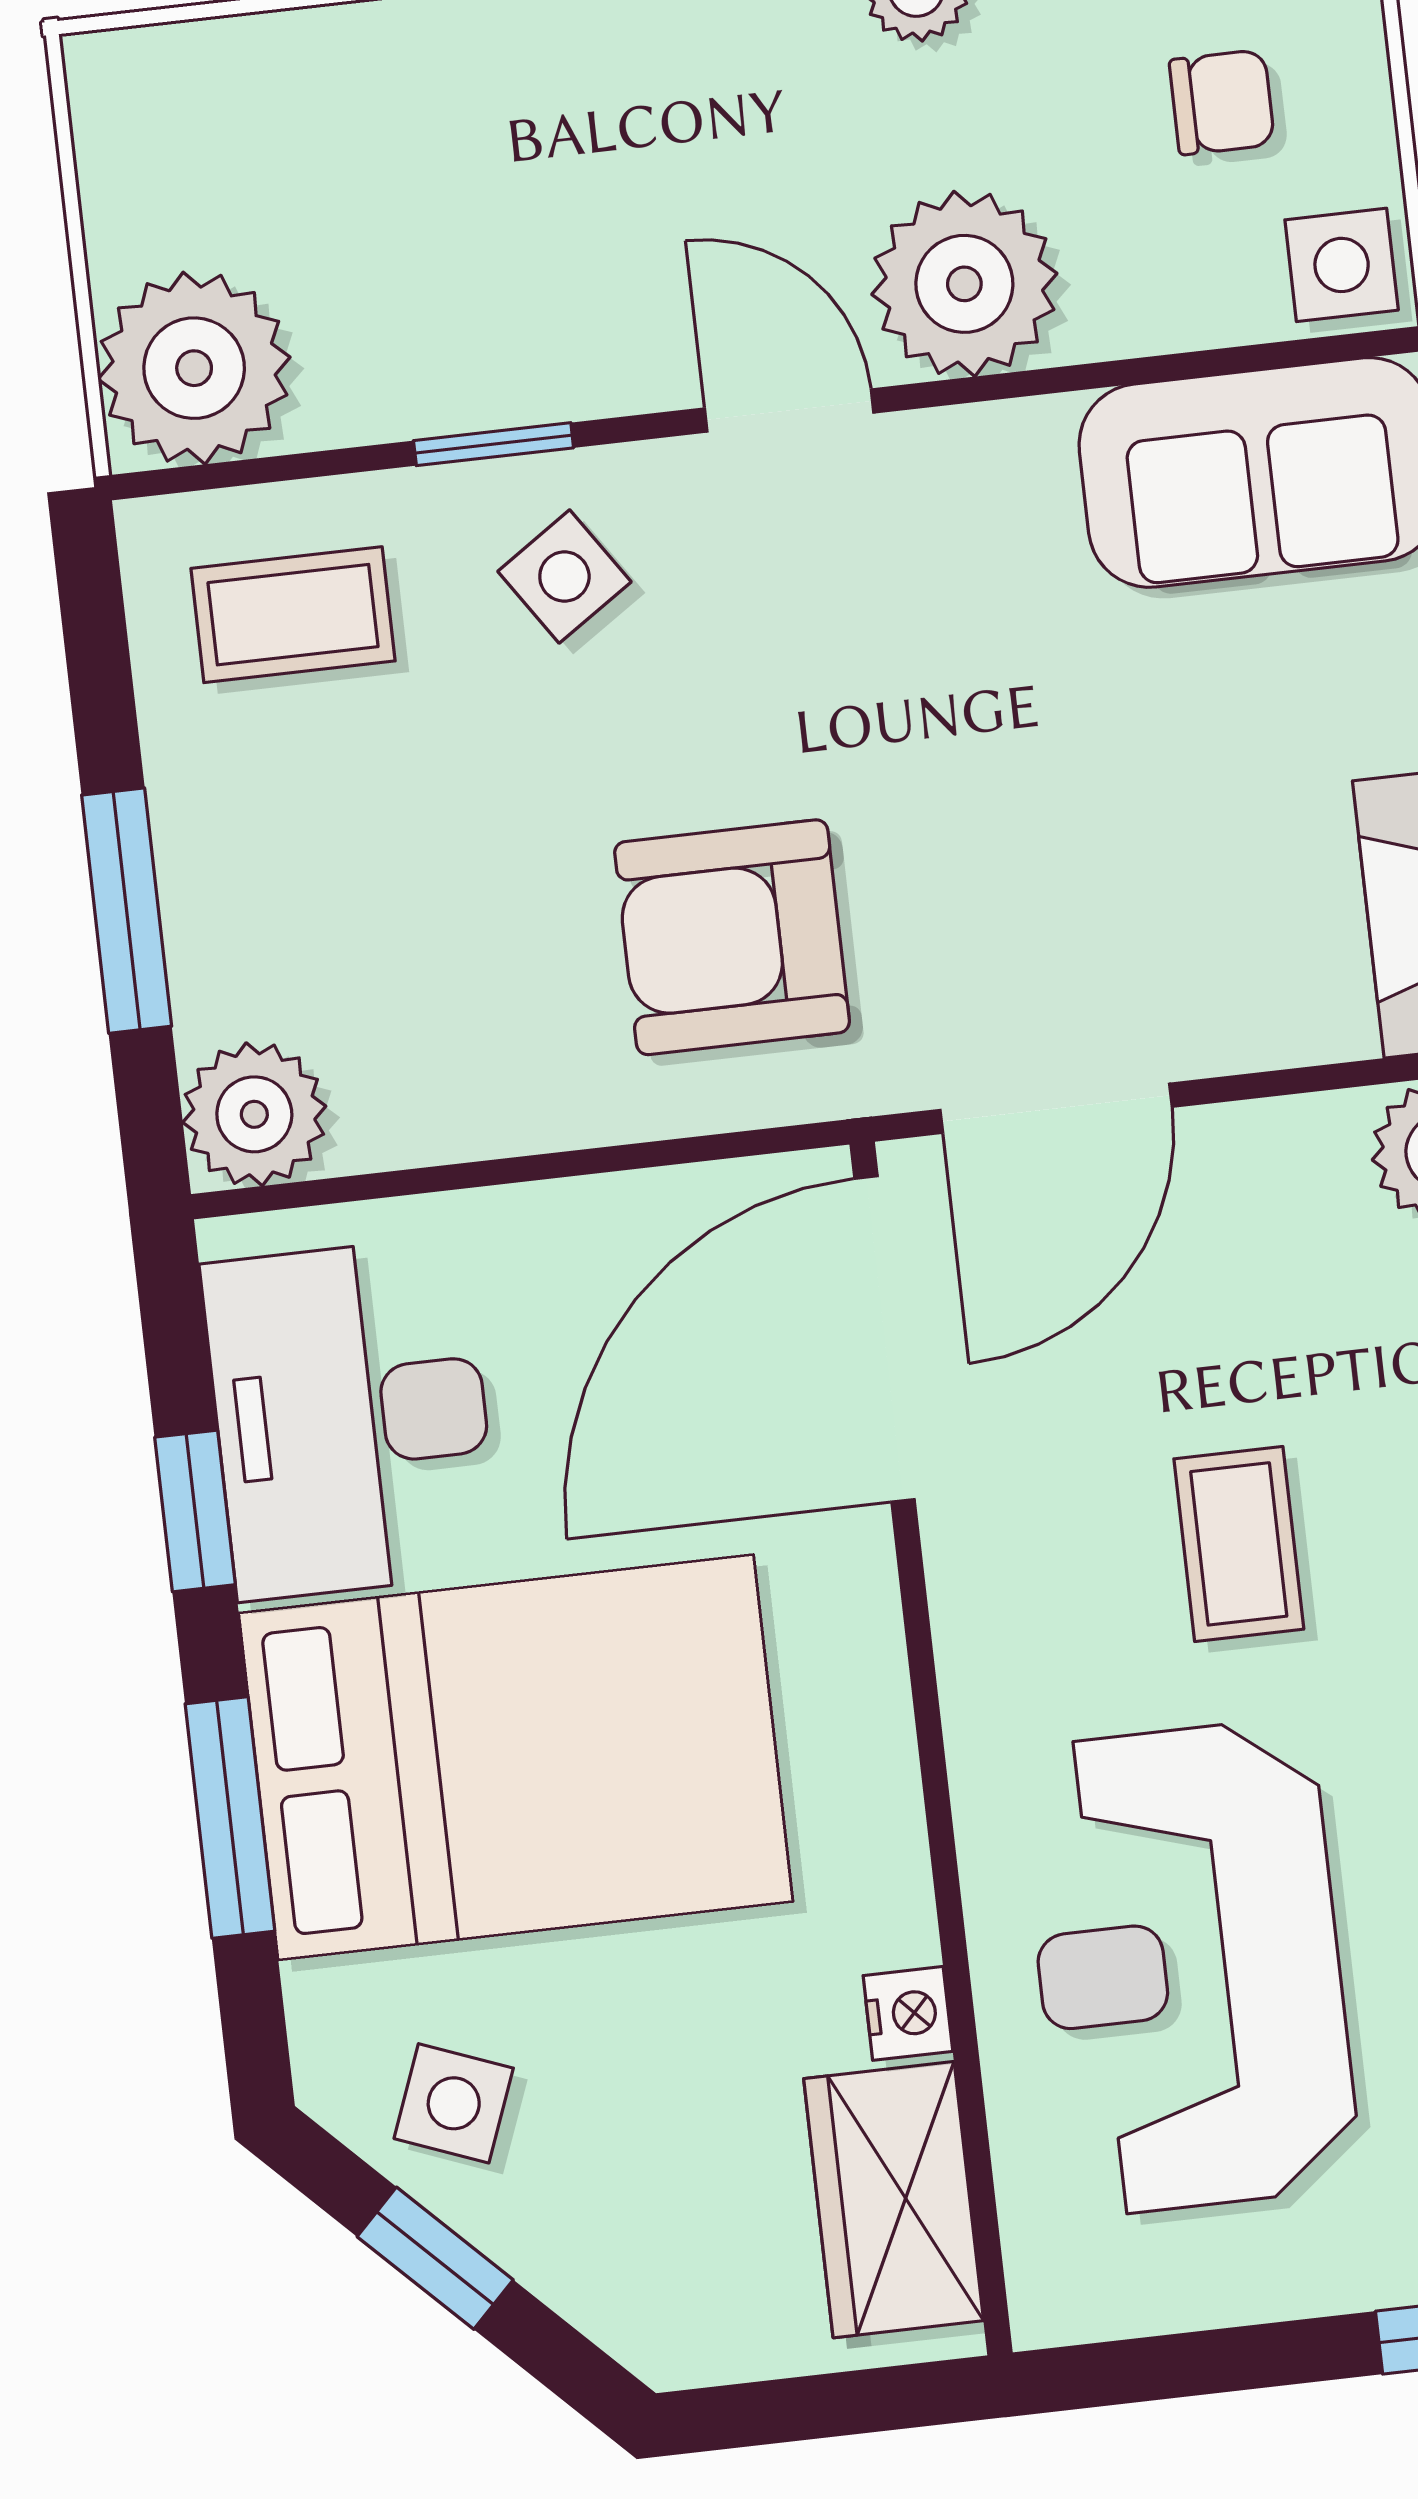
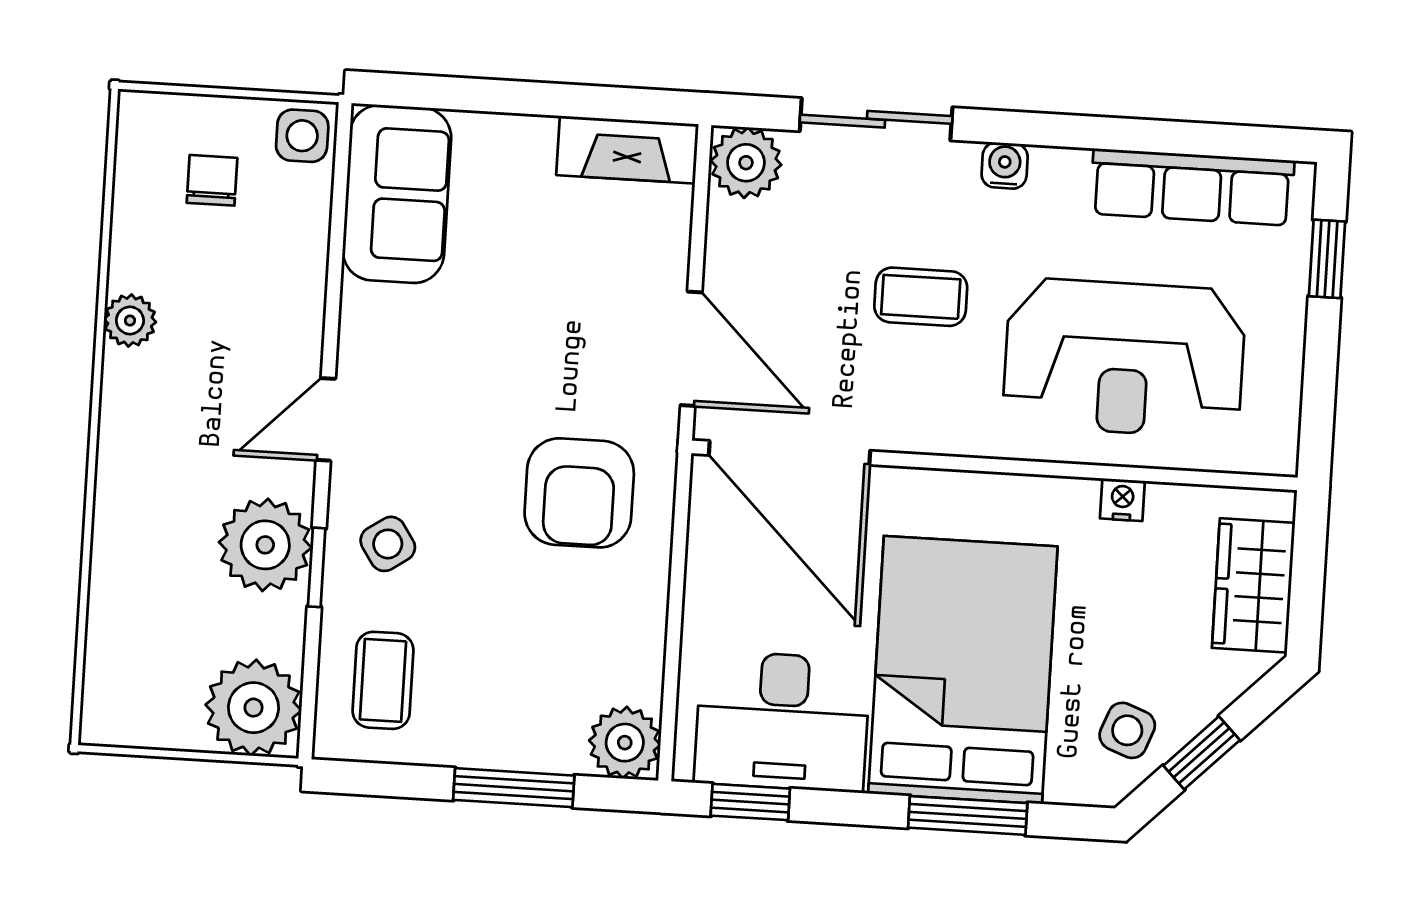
plant: (964, 284) -> (265, 545), moved
window: (195, 1511) -> (750, 802), moved
wardrobe: (894, 2200) -> (1253, 585), moved, turned 90

